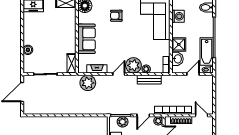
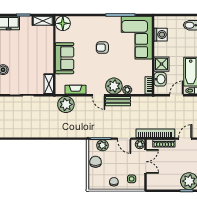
armchair: (116, 16) -> (102, 48), moved
door: (119, 74) -> (98, 95), swing flipped
bench: (149, 80) -> (118, 101), moved
door: (143, 115) -> (124, 139), hinge flipped
door: (201, 115) -> (185, 139), hinge flipped

